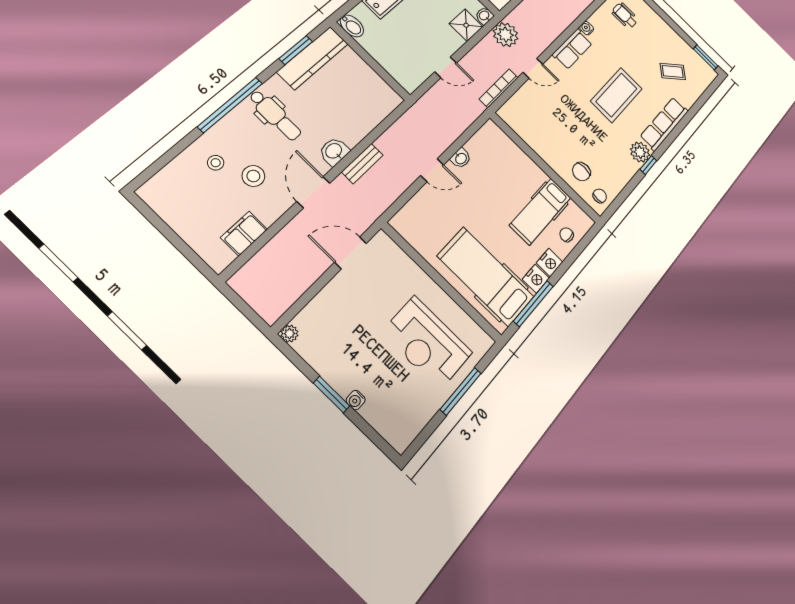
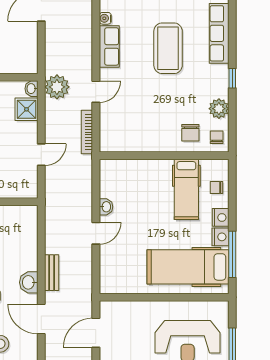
plant: (640, 152) -> (219, 109), moved

